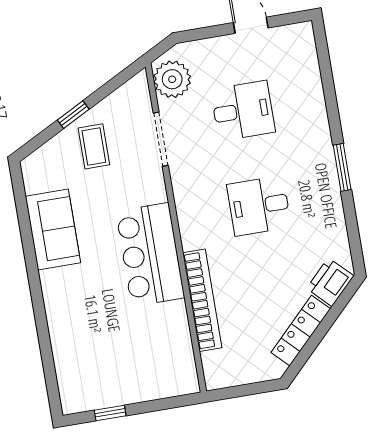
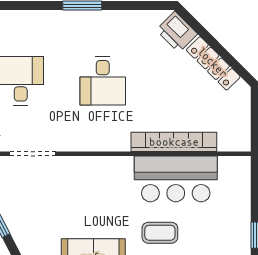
coffee table: (94, 146) -> (160, 233), moved
bar counter: (150, 255) -> (176, 179), moved

